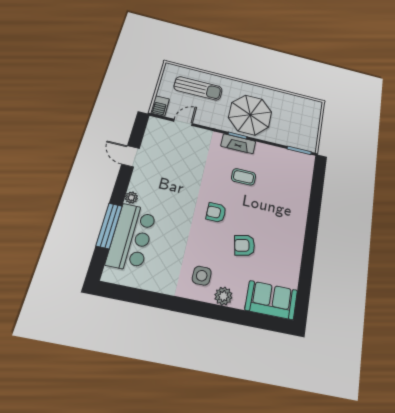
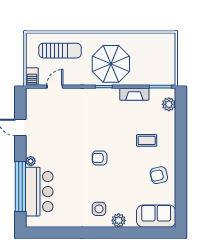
fireplace: (238, 144) -> (134, 94), moved
plant: (306, 171) -> (169, 104), added
coffee table: (244, 177) -> (147, 140), moved
window: (109, 226) -> (20, 187), width x1.46
armchair: (245, 245) -> (159, 175), moved

